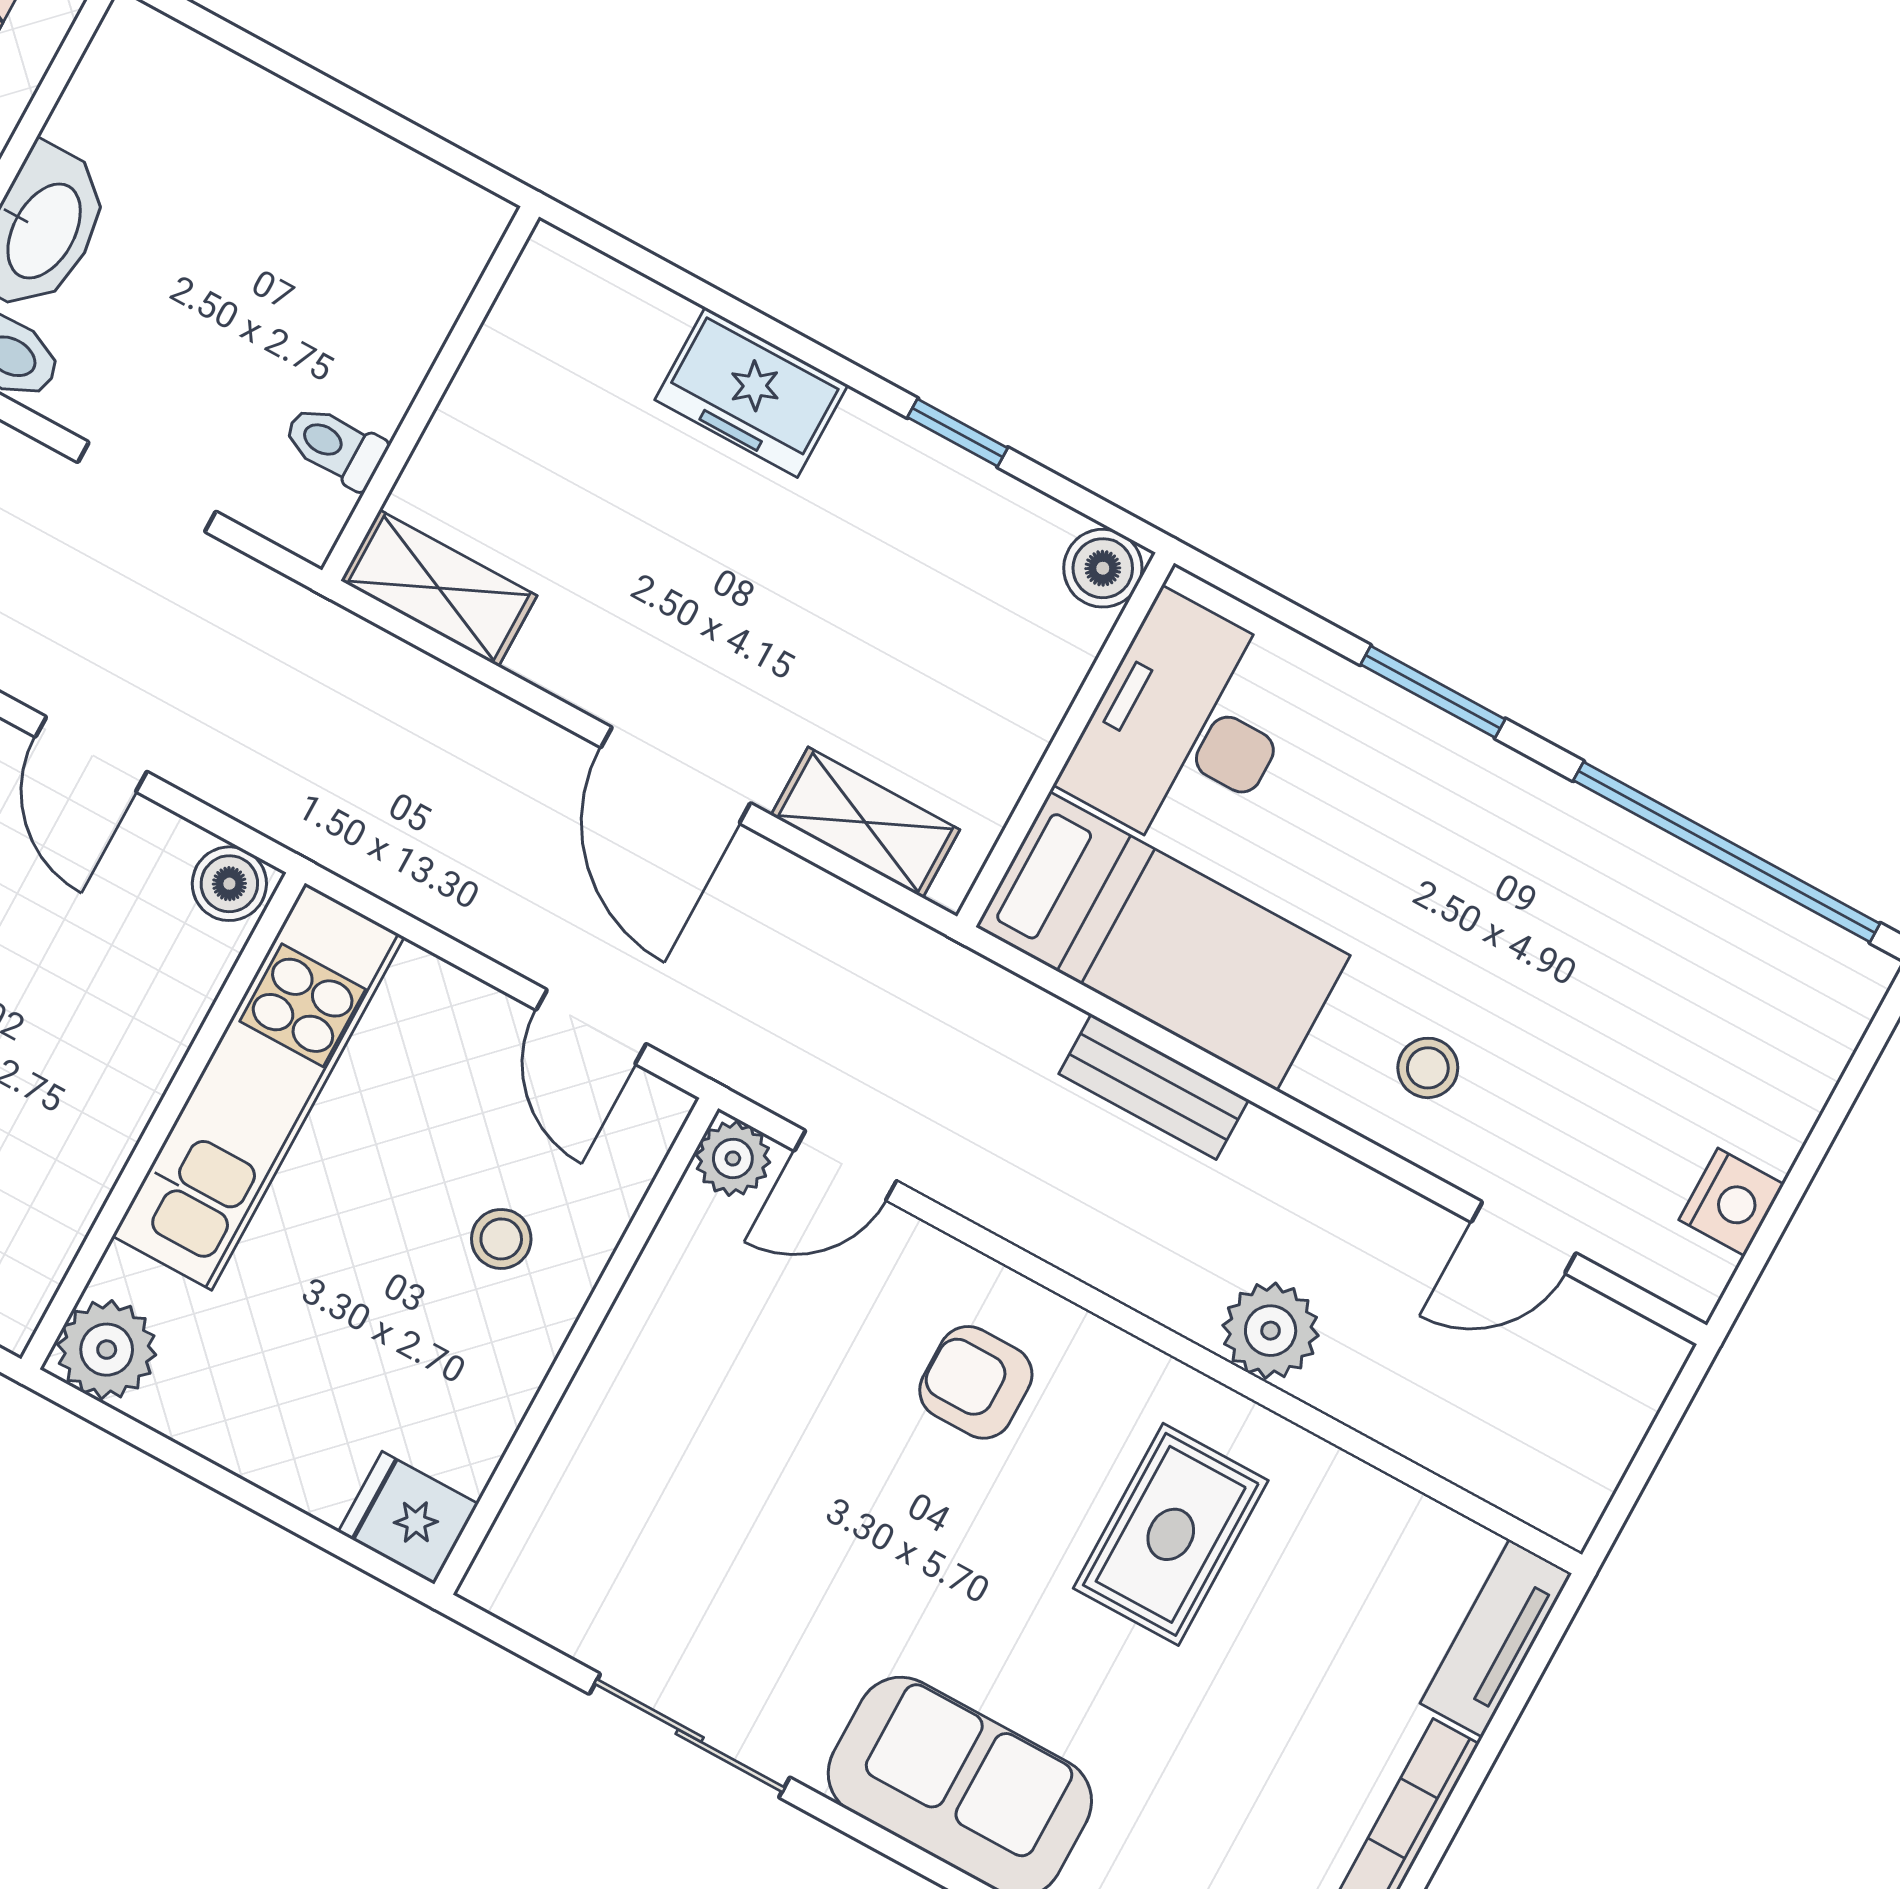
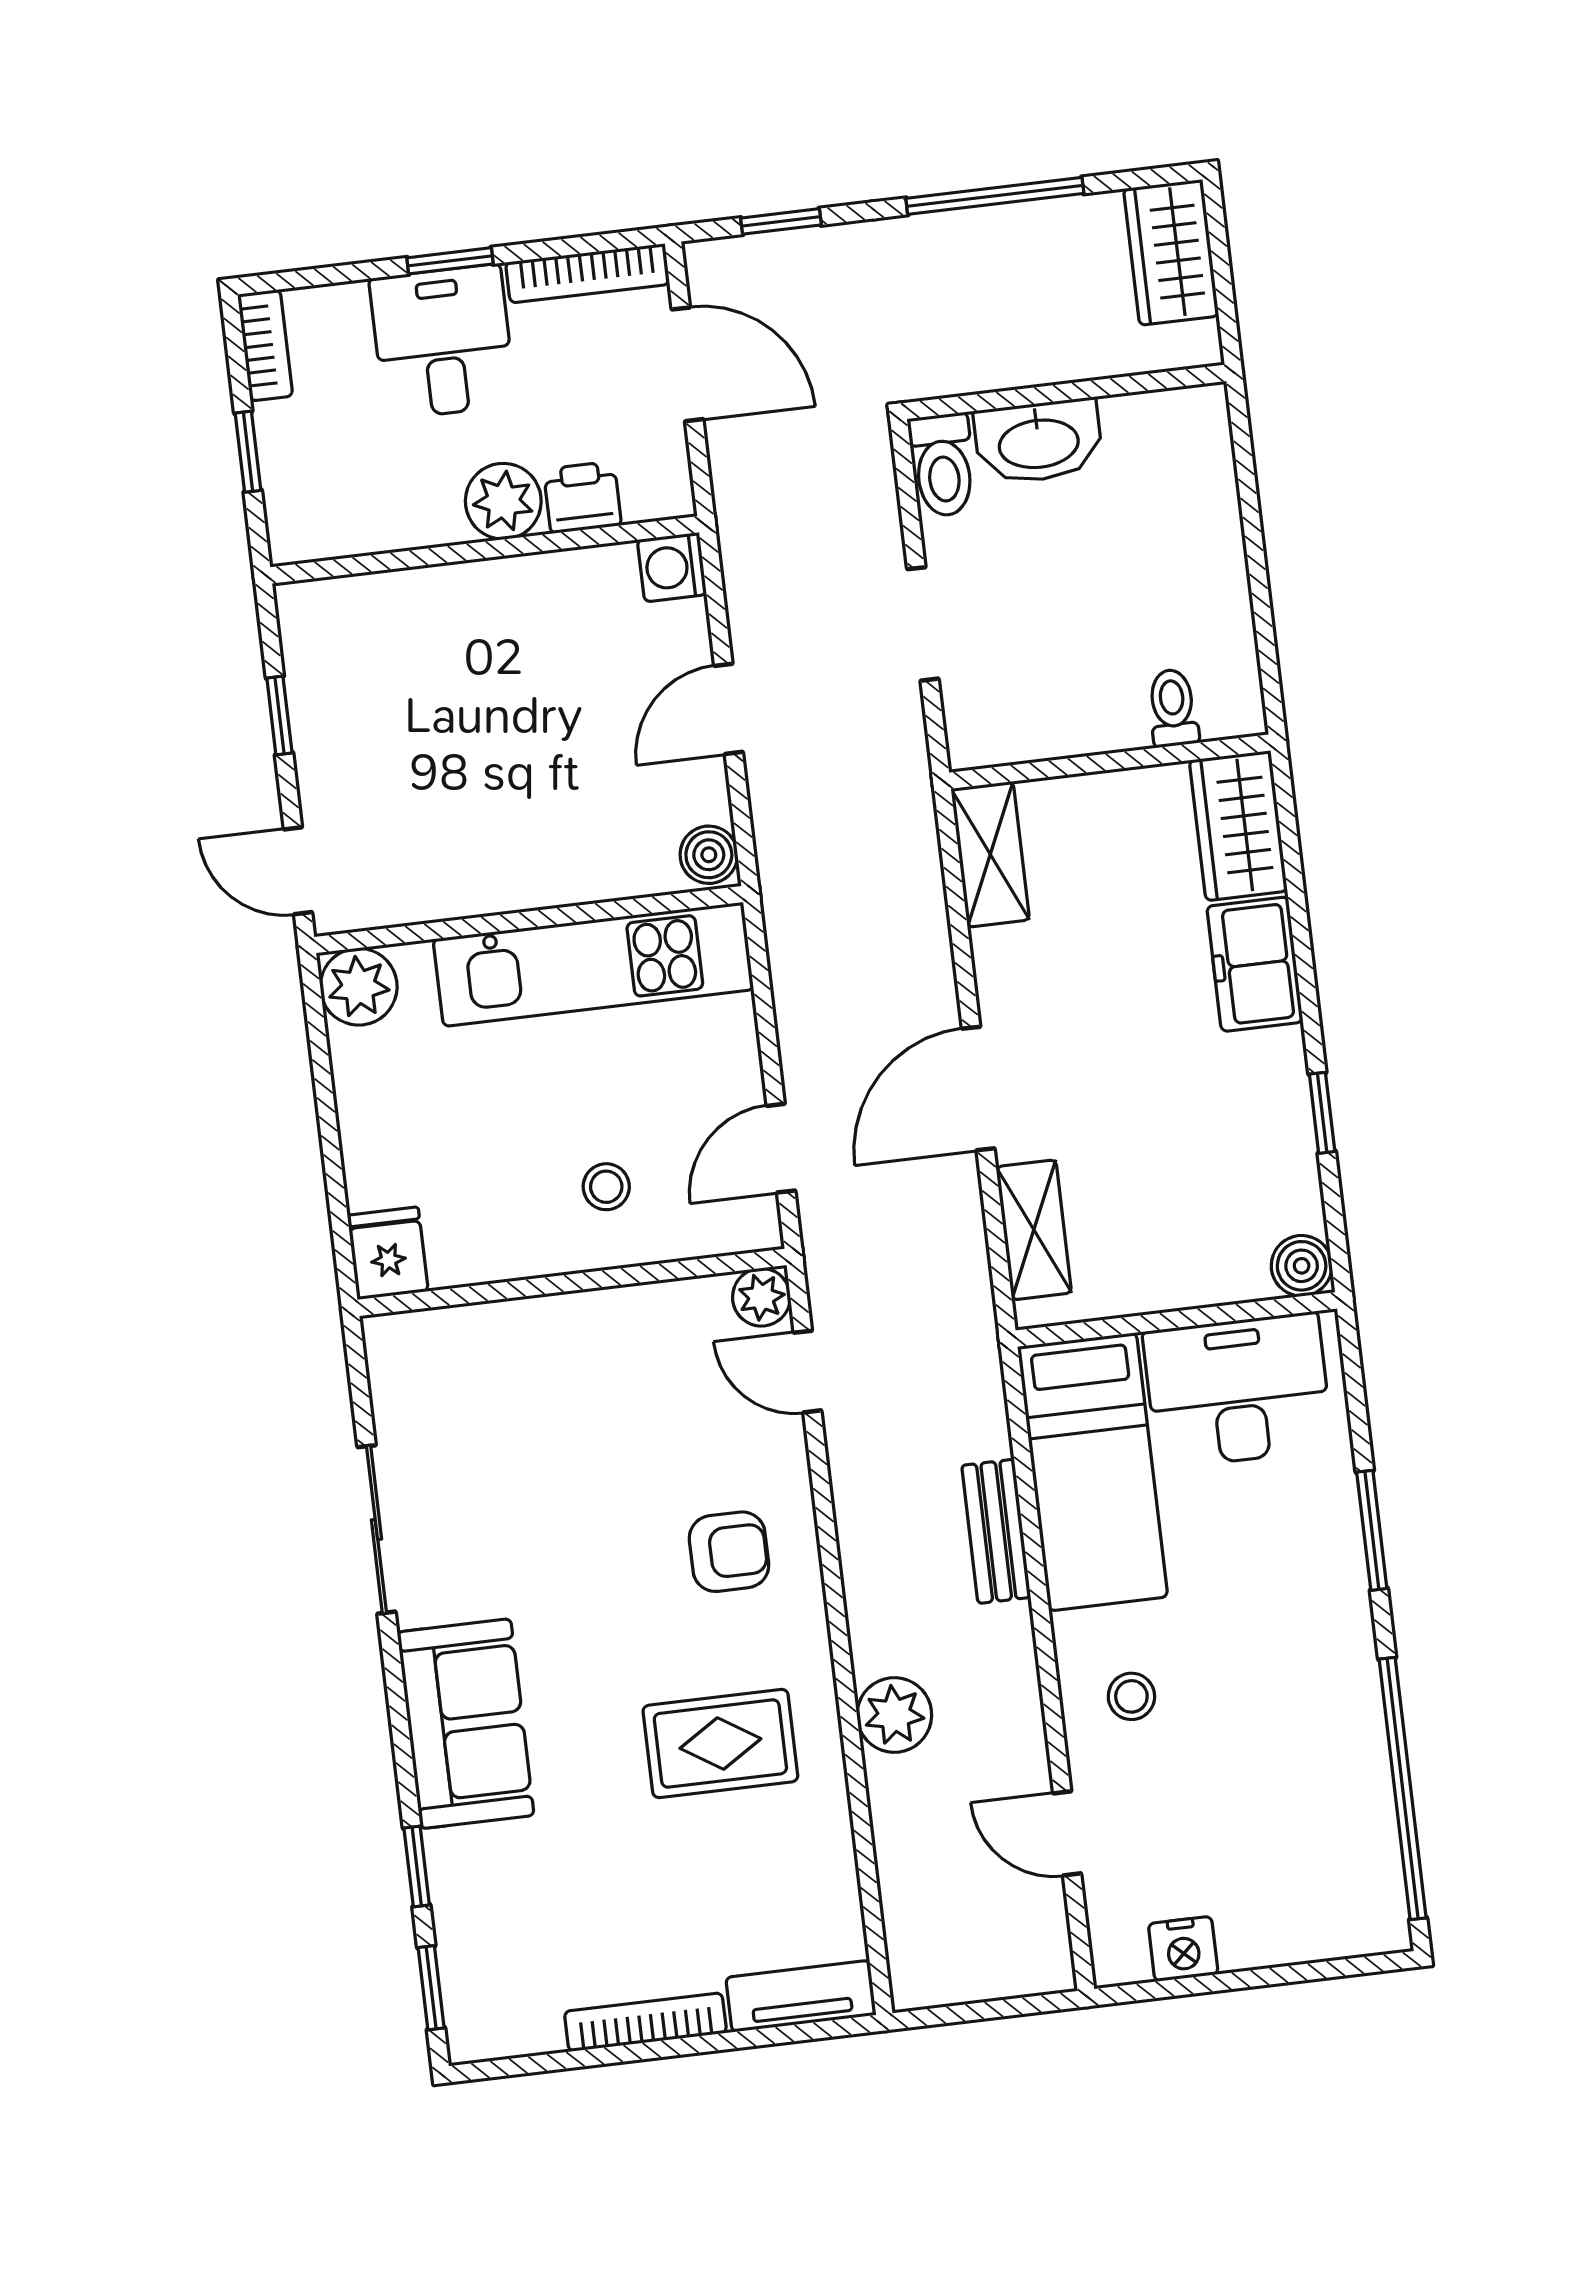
wardrobe: (594, 306) -> (1238, 826), added
toilet: (335, 446) -> (1173, 708), moved
armchair: (976, 1382) -> (729, 1552), turned 90

